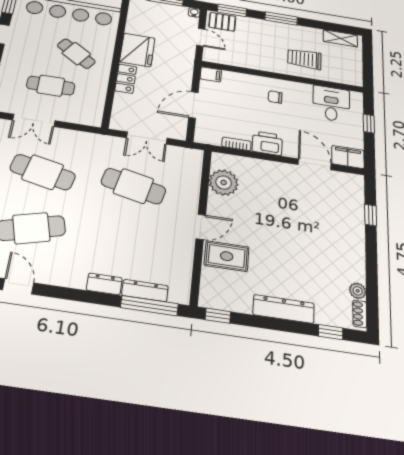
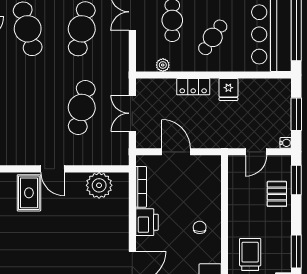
window: (281, 18) -> (296, 251), moved
pallet: (222, 22) -> (277, 194), moved
fridge: (137, 50) -> (228, 89), width x0.53, depth x0.75
filing cabinet: (211, 74) -> (214, 165), removed
plant: (98, 102) -> (163, 65), added
bookcase: (236, 144) -> (141, 187), width x1.56

